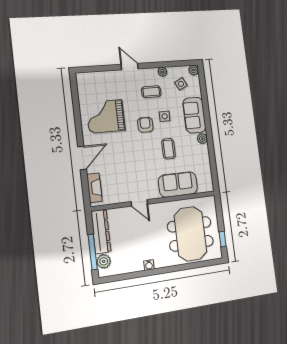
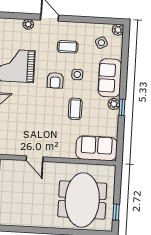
plant: (162, 72) -> (28, 24), moved
armchair: (145, 125) -> (55, 80), turned 180
window: (210, 141) -> (122, 107), added
sofa: (178, 184) -> (97, 148), moved
water cooler: (149, 265) -> (33, 222), removed

